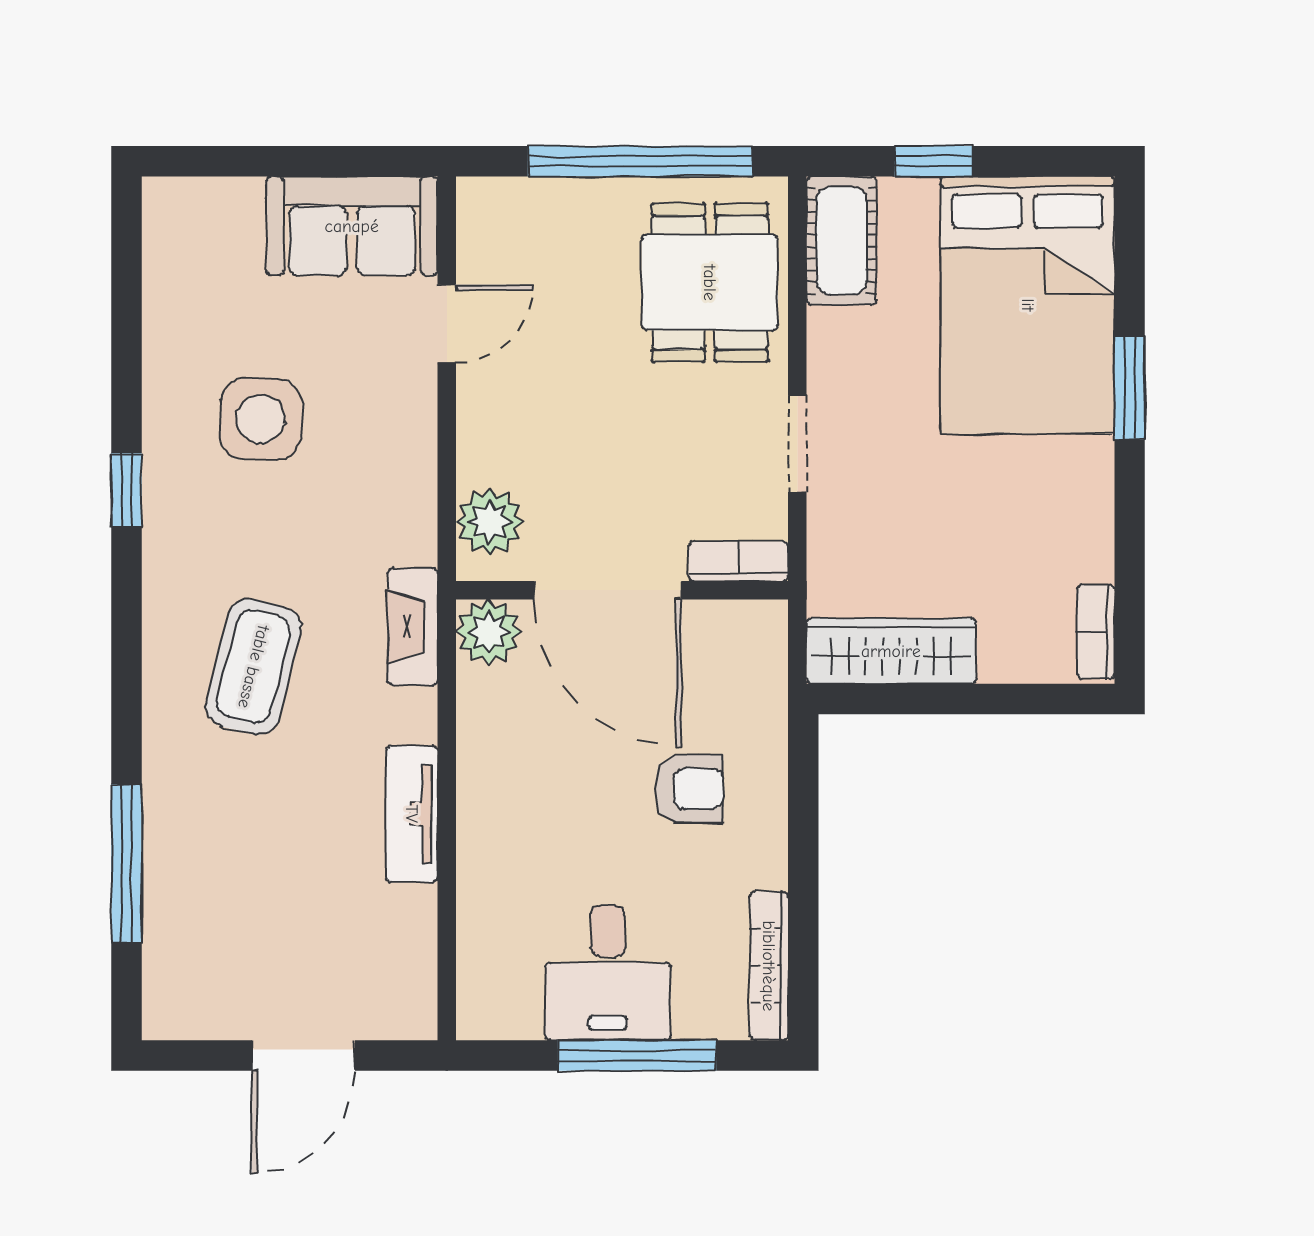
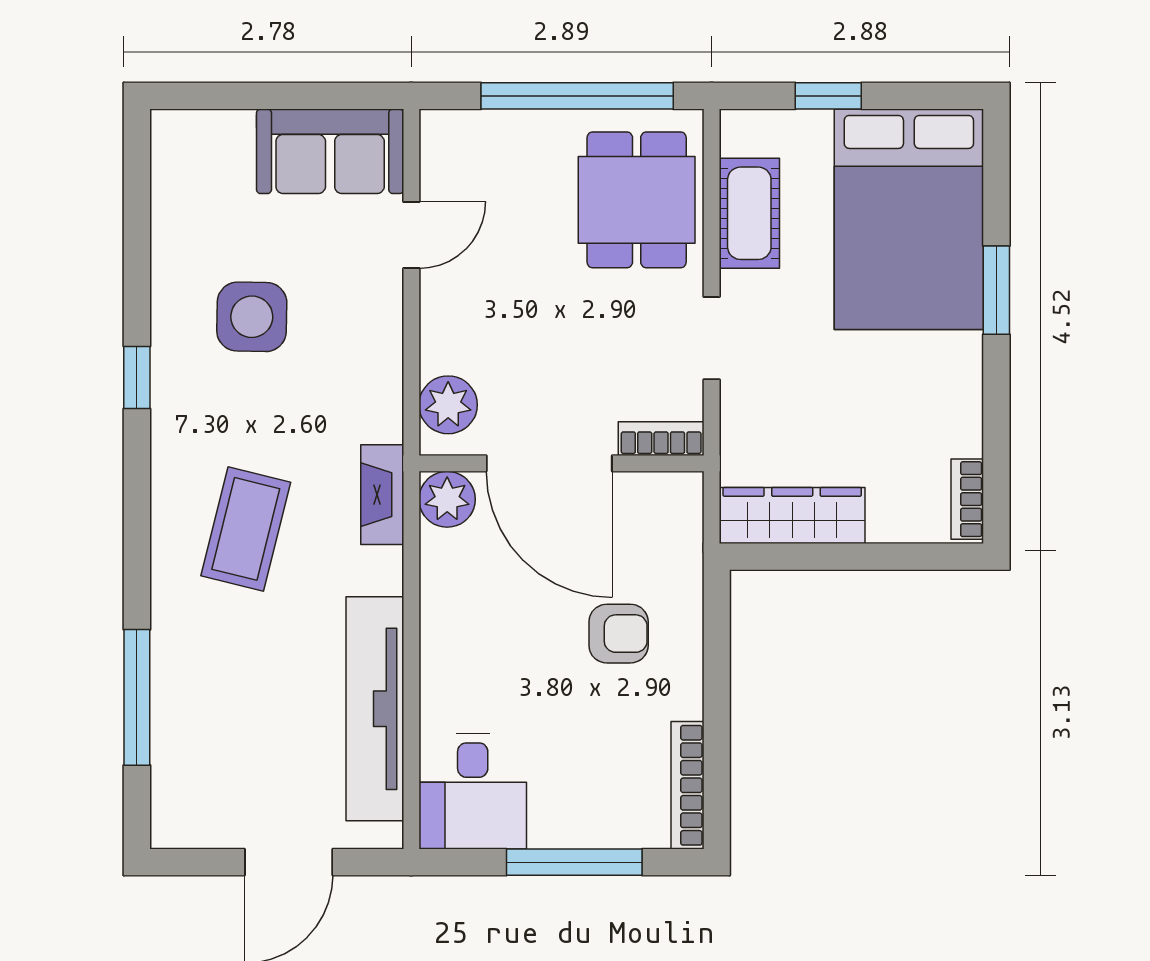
cot: (841, 241) -> (749, 213), moved
tv unit: (412, 814) -> (375, 709), width x1.92, depth x1.29
desk: (608, 973) -> (473, 791), moved

